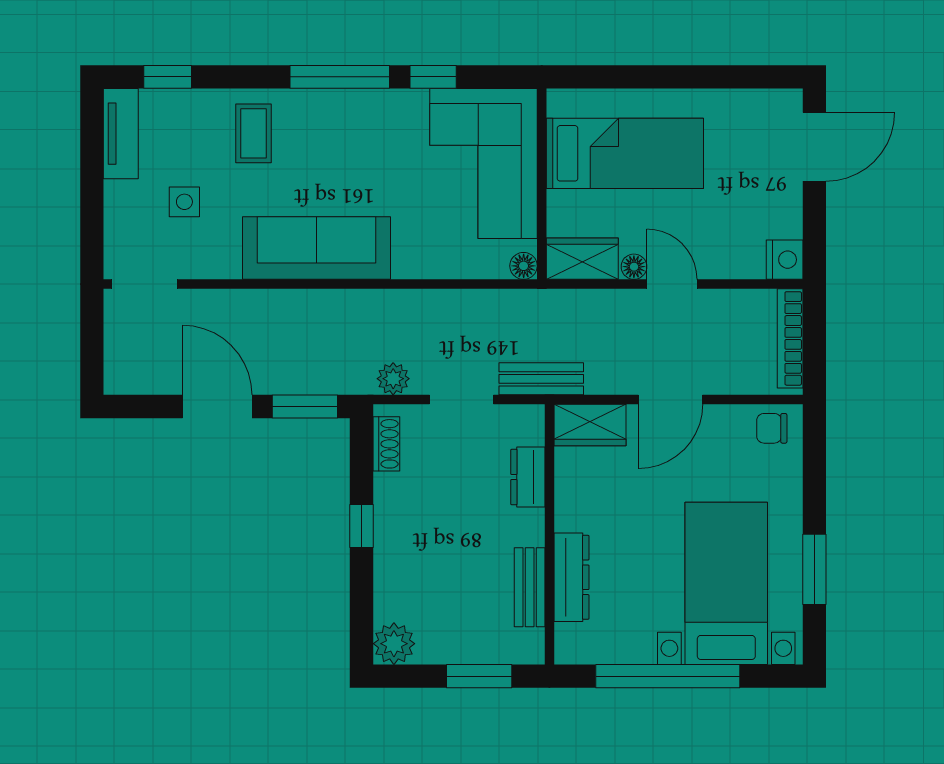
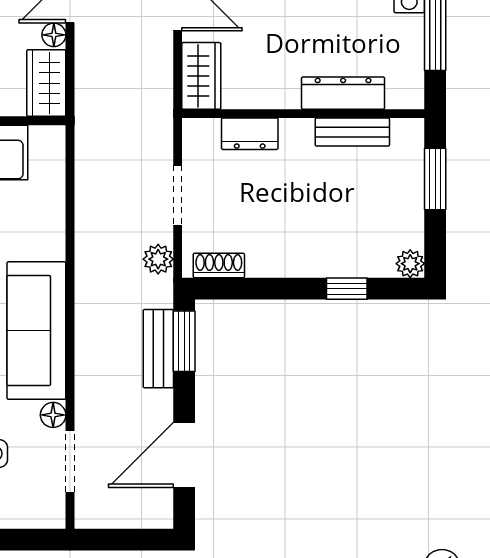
floor lamp: (524, 266) -> (53, 415), moved
doorway: (144, 284) -> (70, 461), moved
bench: (541, 379) -> (158, 349), moved
door: (217, 407) -> (184, 455), moved
window: (361, 526) -> (347, 289), moved
plant: (394, 644) -> (410, 264), width x0.73, depth x0.73

